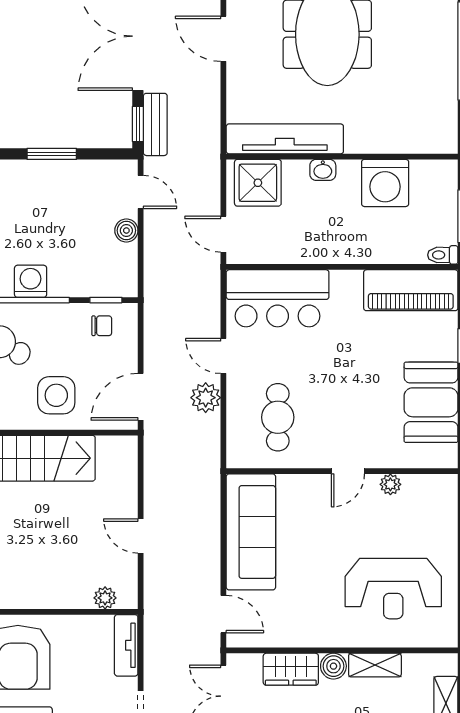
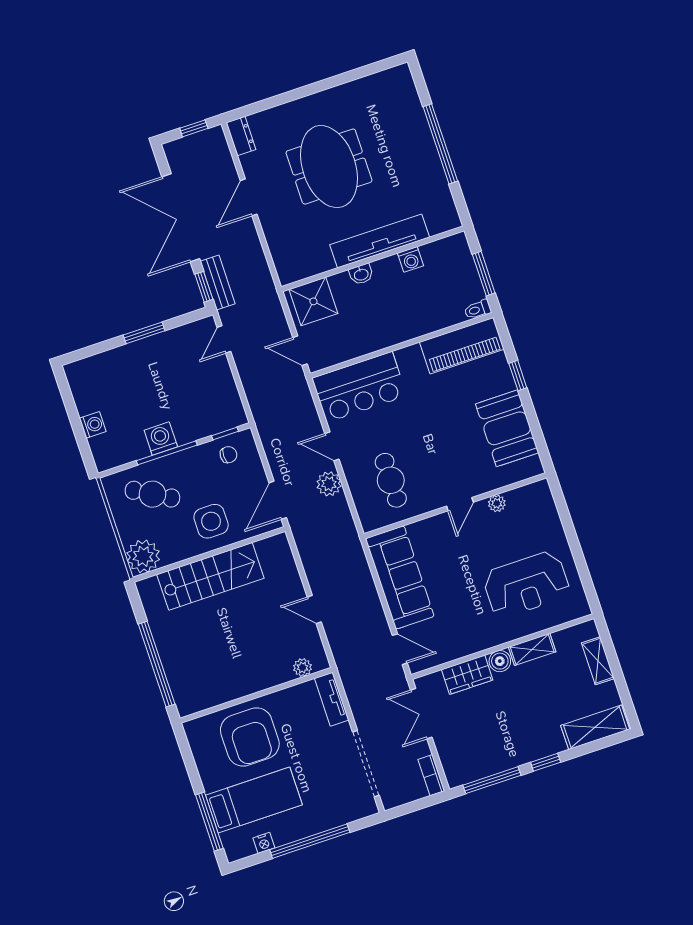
door: (223, 39) -> (249, 197), hinge flipped
tv unit: (285, 139) -> (380, 241), moved
washing machine: (385, 183) -> (411, 259), width x0.53, depth x0.53
door: (141, 192) -> (224, 339), swing flipped
boiler: (126, 230) -> (223, 373), removed

